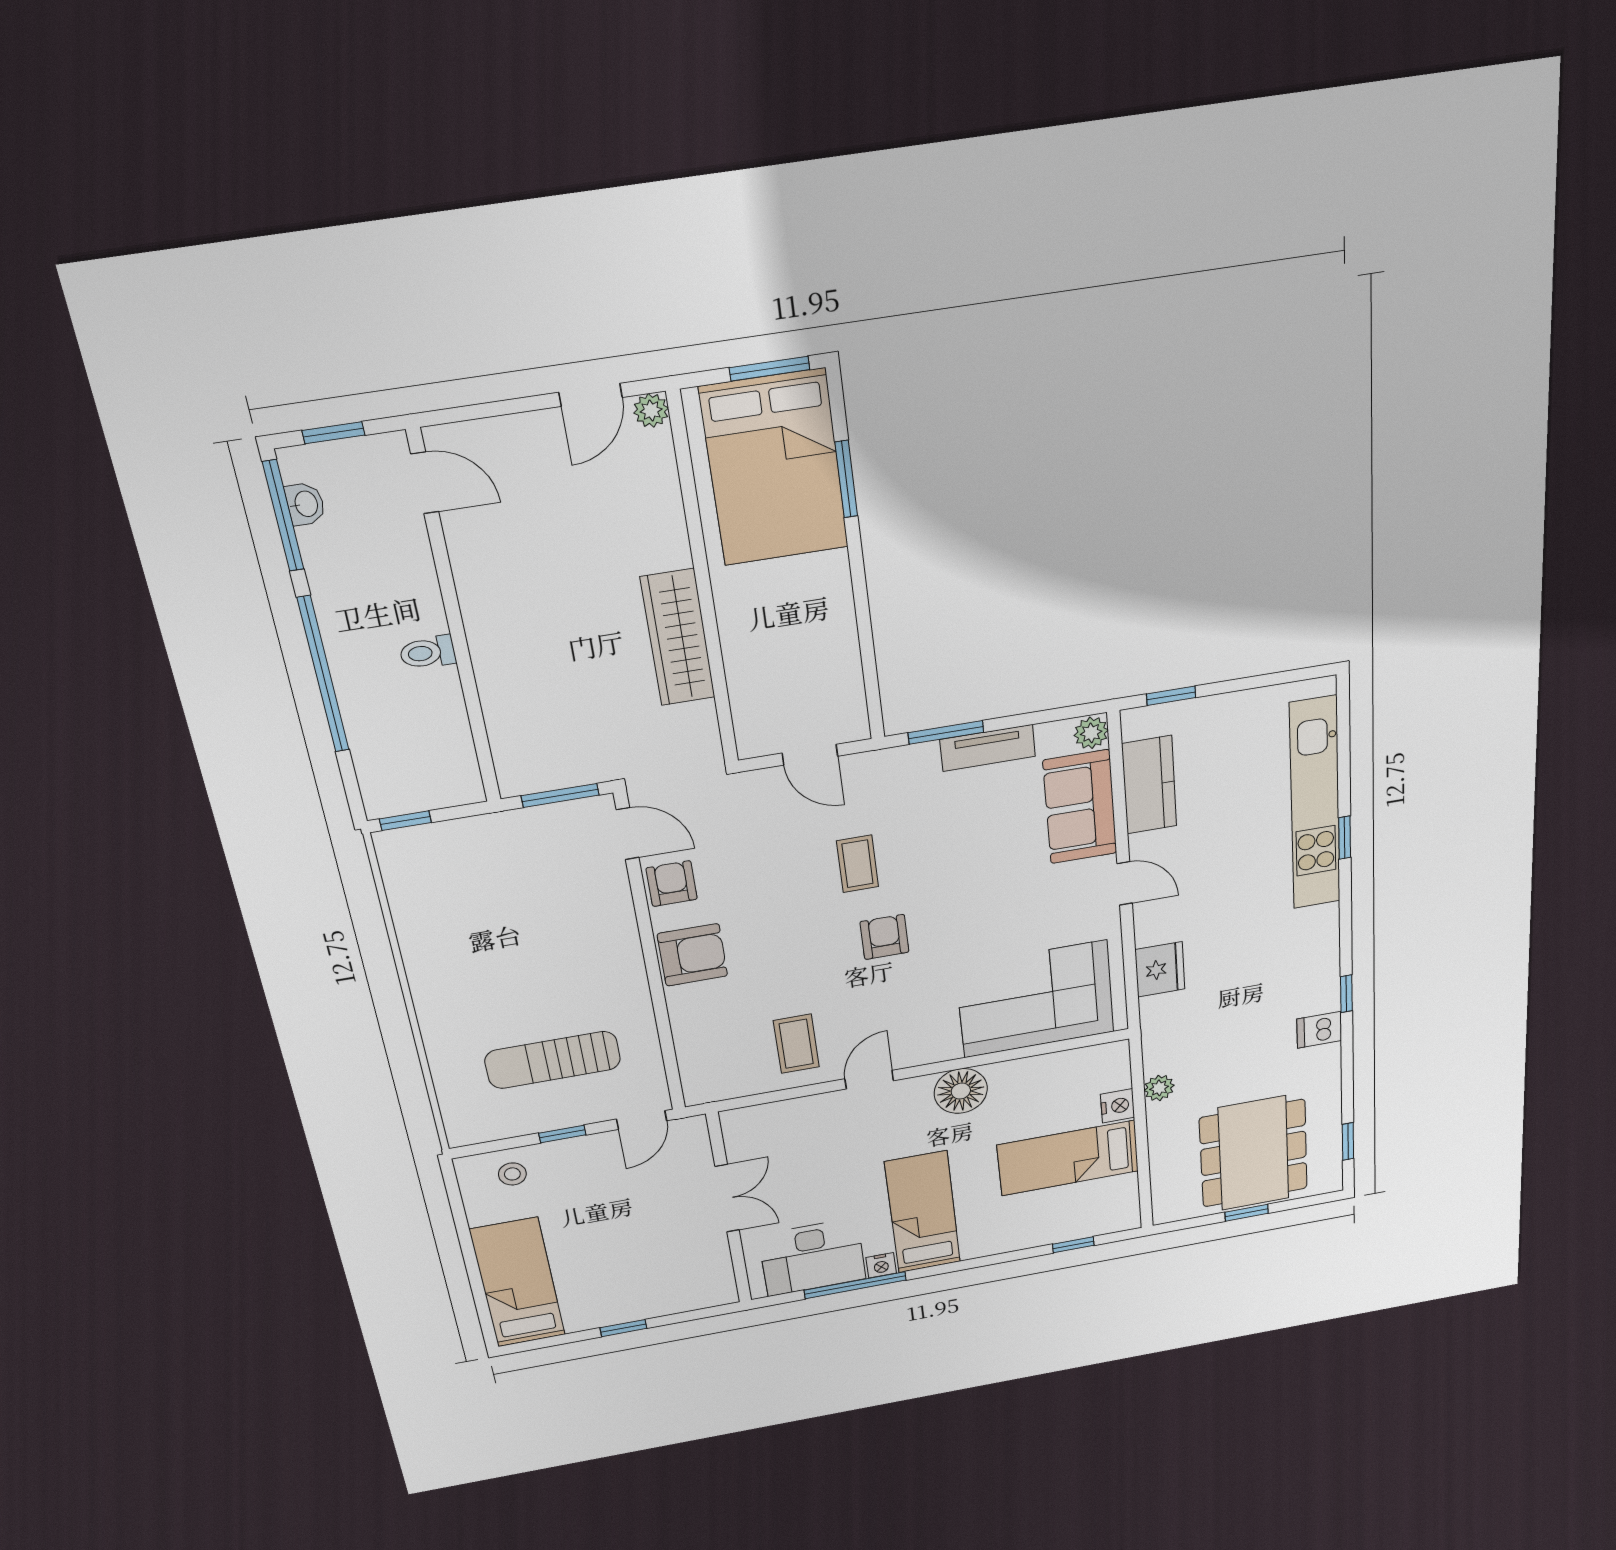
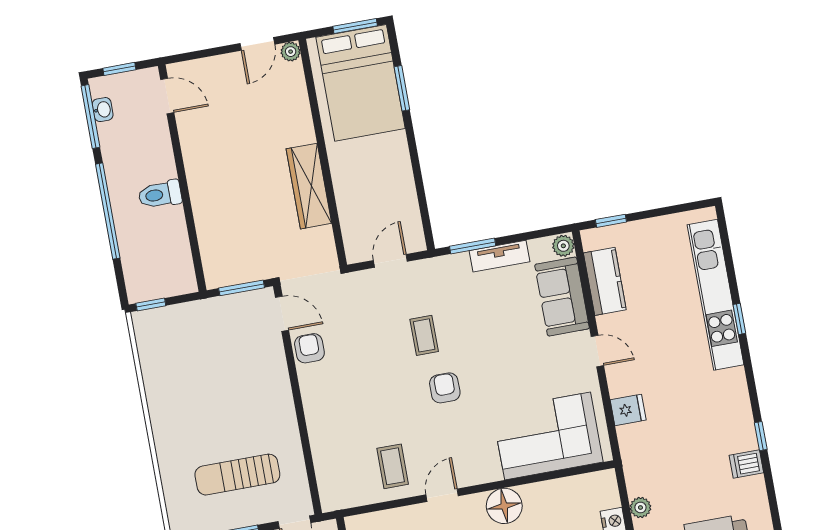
toilet: (428, 652) -> (160, 194), width x1.37, depth x1.39
door: (810, 755) -> (390, 261), swing flipped
armchair: (692, 955) -> (324, 399), removed
fridge: (1160, 969) -> (628, 410), width x0.72

